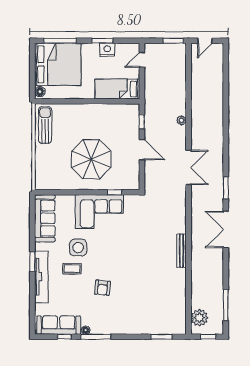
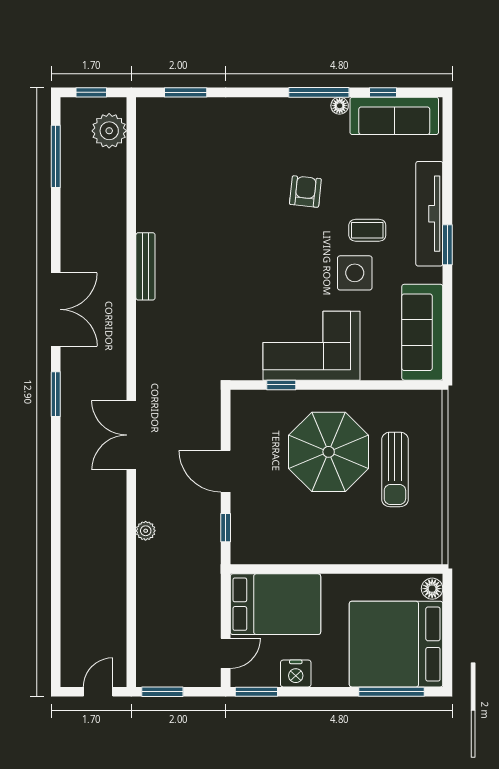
window: (102, 41) -> (256, 692), moved
bed: (117, 89) -> (275, 604), width x1.50
sun lounger: (45, 125) -> (395, 469), moved

